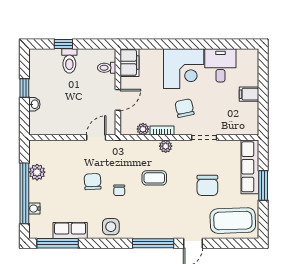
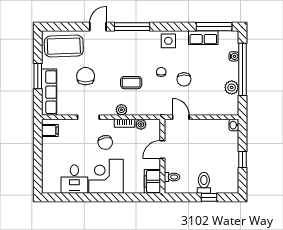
filing cabinet: (249, 94) -> (50, 131), moved
washbasin: (34, 104) -> (234, 125), moved
door: (96, 137) -> (181, 117), swing flipped

